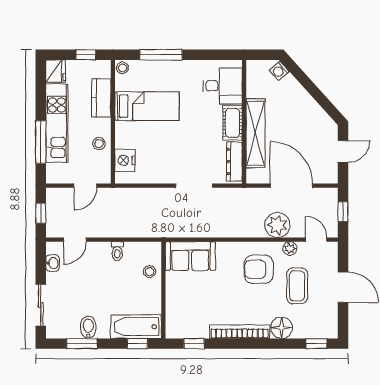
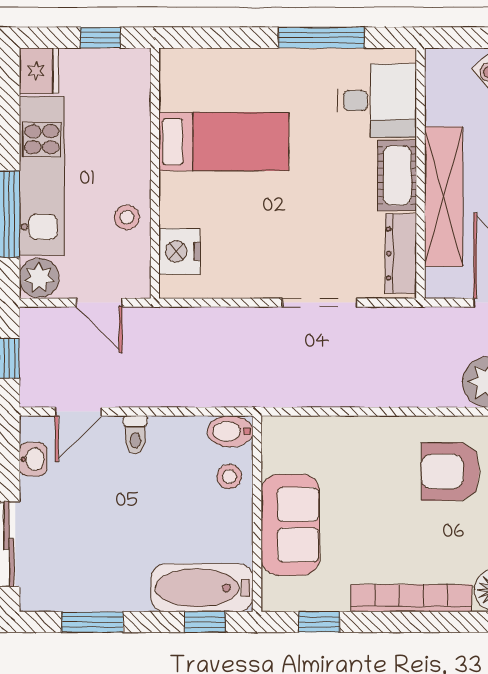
window: (161, 55) -> (321, 38), moved
stool: (122, 68) -> (174, 64), removed
kitchen counter: (101, 98) -> (131, 125), removed
plant: (56, 173) -> (39, 278), added
door: (85, 186) -> (99, 303), hinge flipped
toilet: (117, 251) -> (135, 435), moved
sofa: (190, 256) -> (290, 525), moved, turned -90
bidet: (88, 327) -> (230, 431), moved, turned -90

